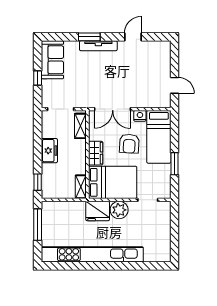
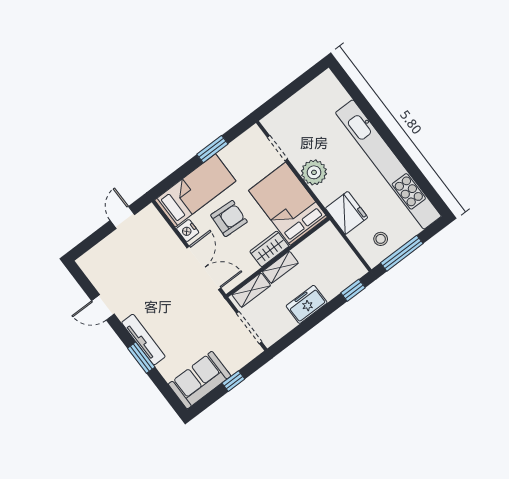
shelving: (81, 187) -> (280, 267), moved
fridge: (98, 211) -> (347, 213), moved
stool: (54, 219) -> (381, 239), added

